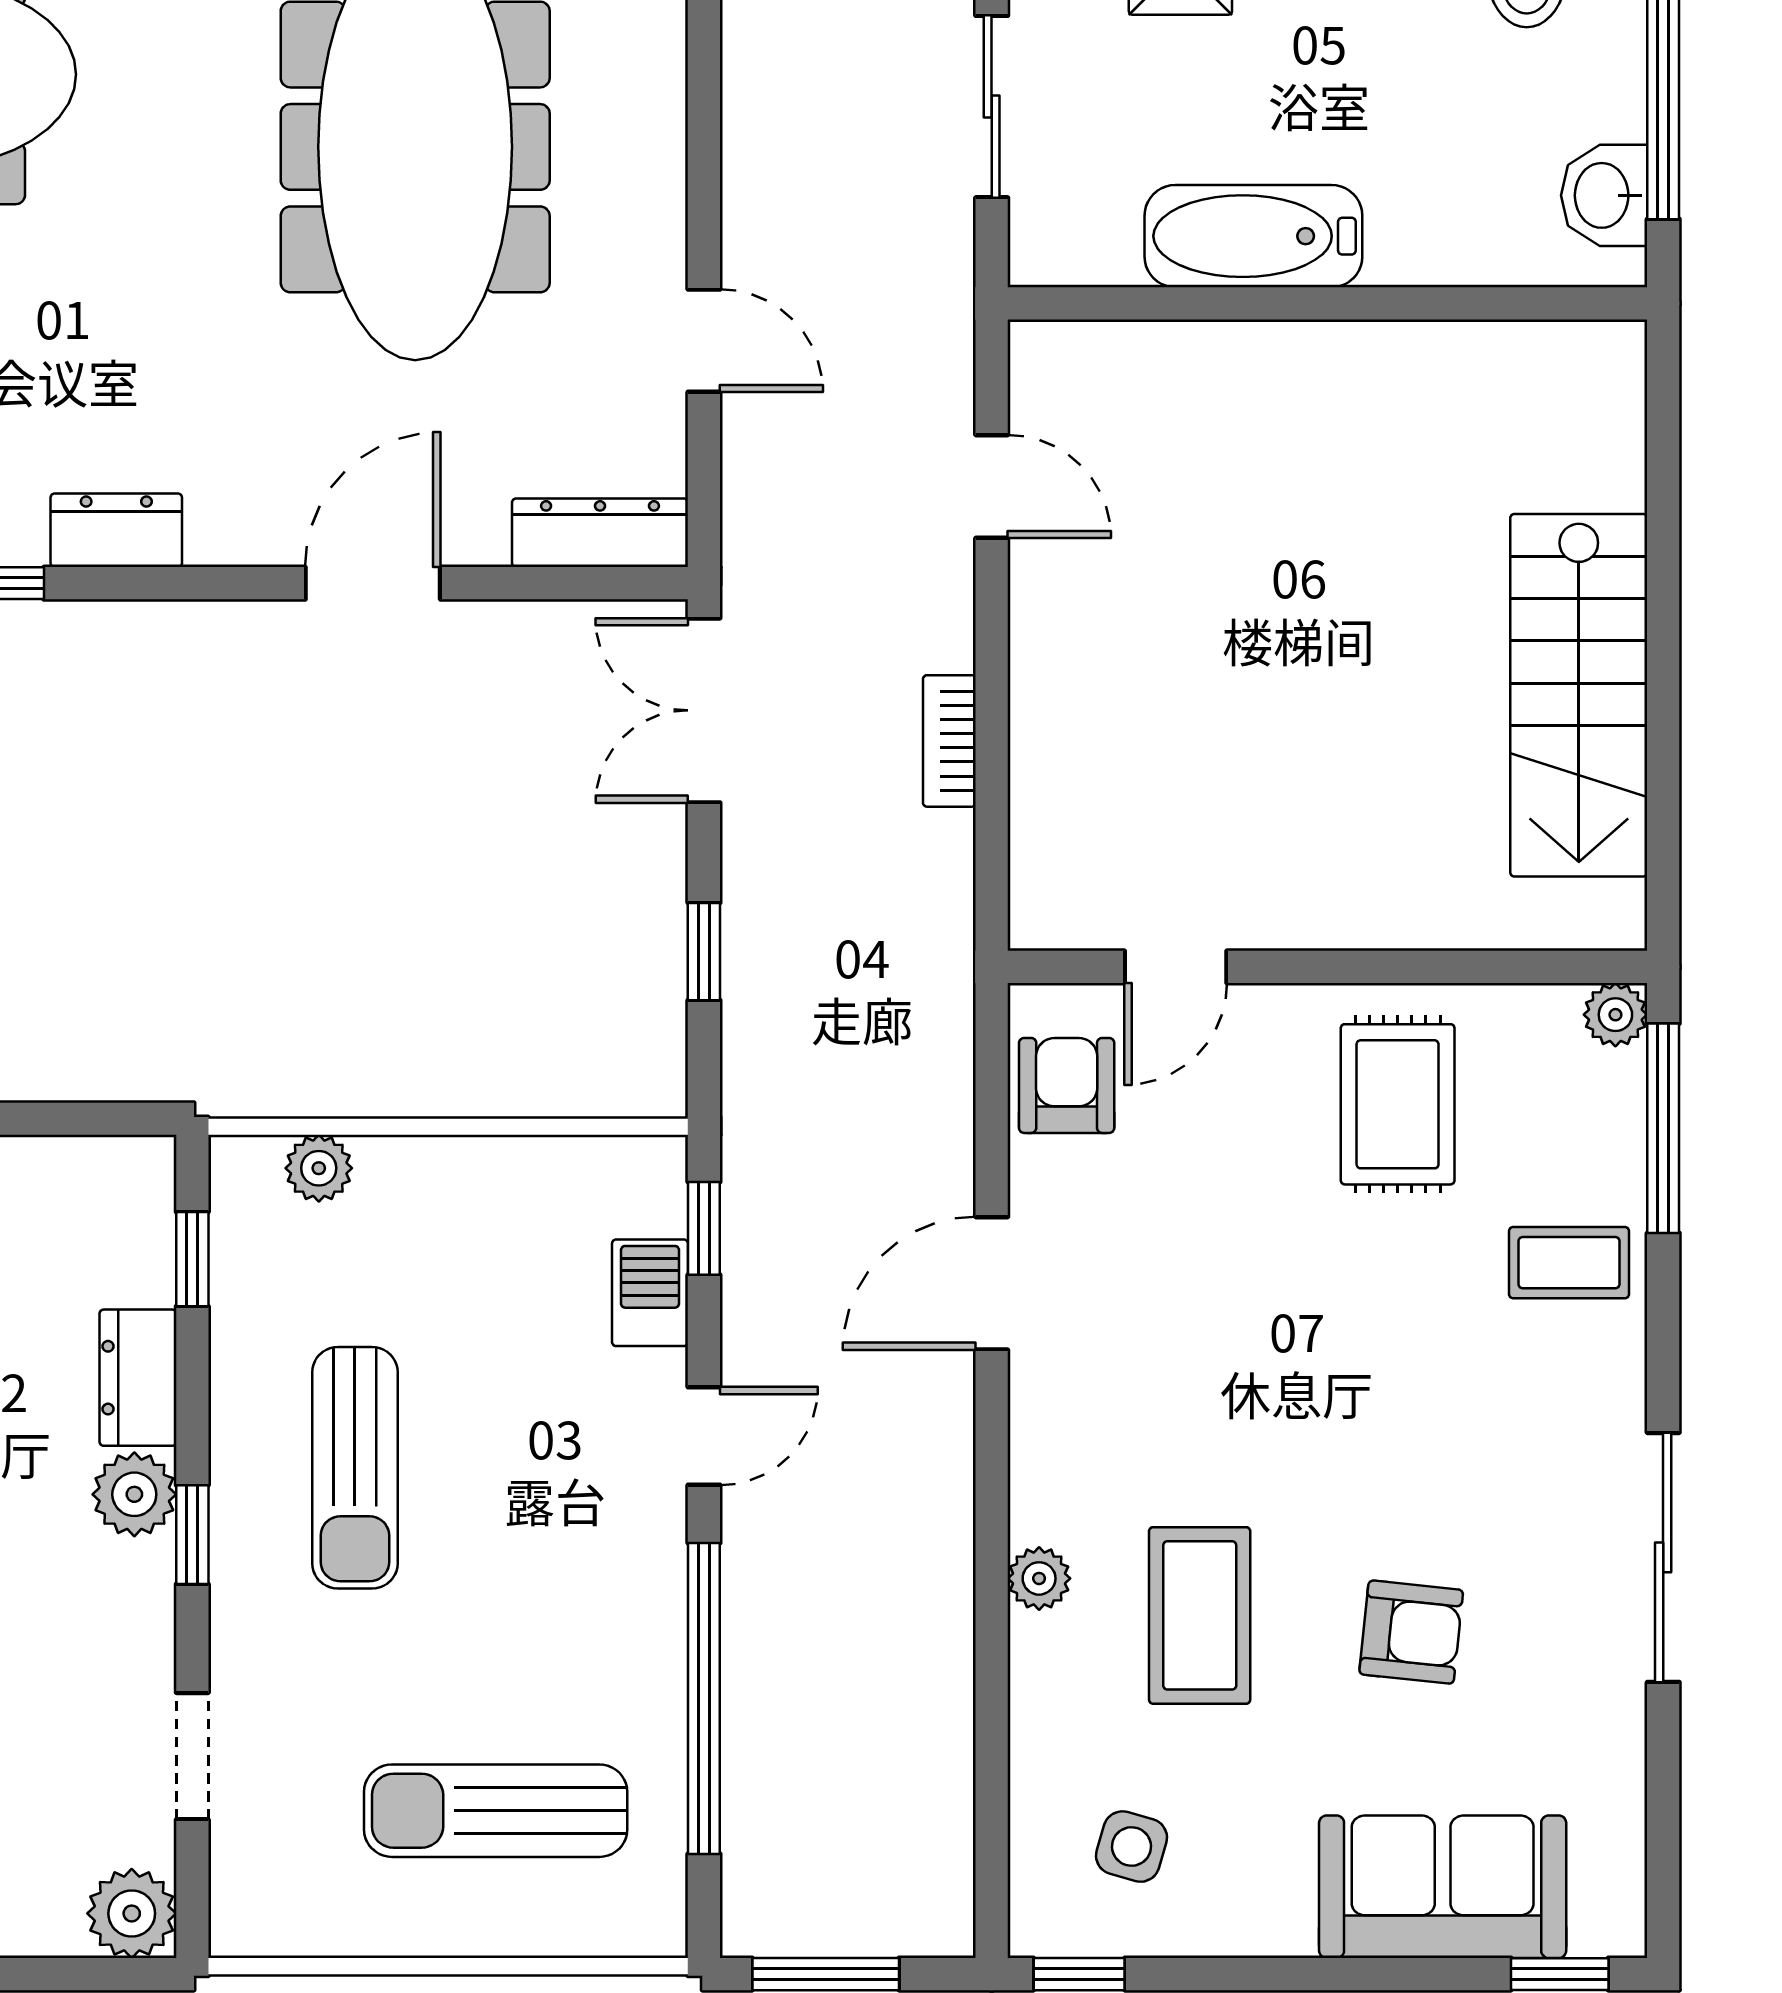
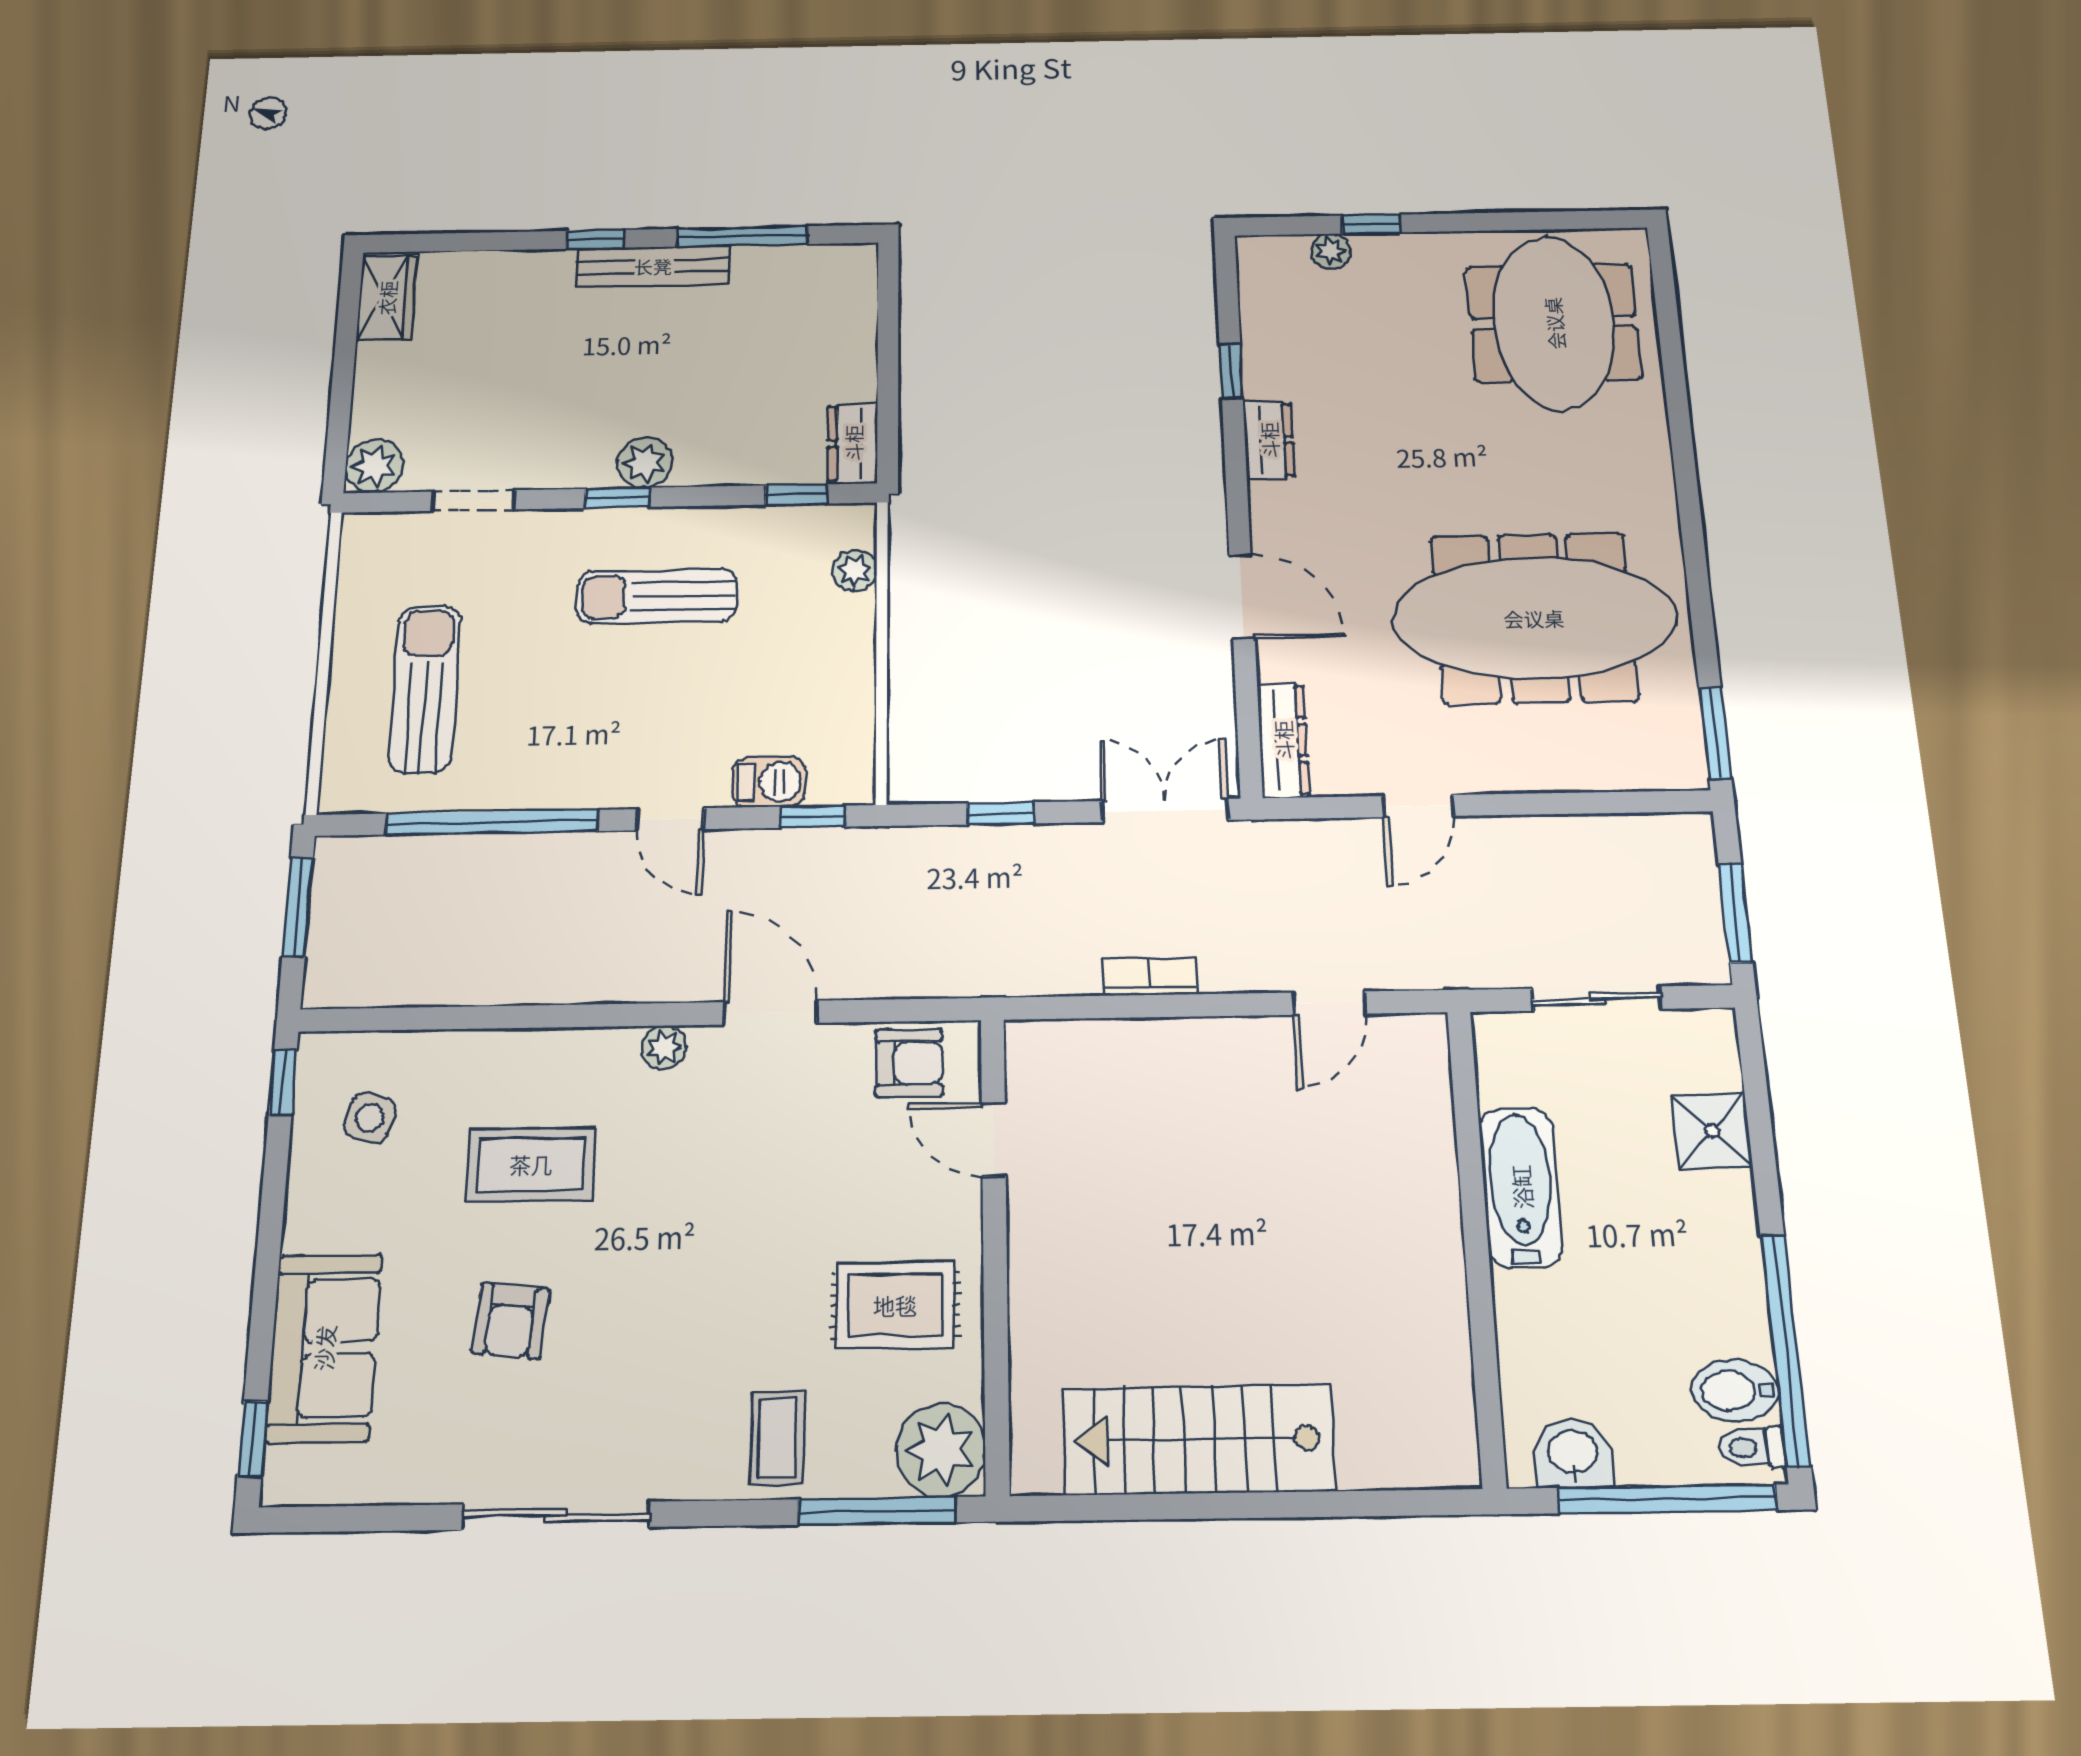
plant: (1615, 1015) -> (941, 1450), width x1.87, depth x1.87
dresser: (138, 1378) -> (853, 443), moved, turned -90
plant: (1039, 1578) -> (664, 1047), moved

